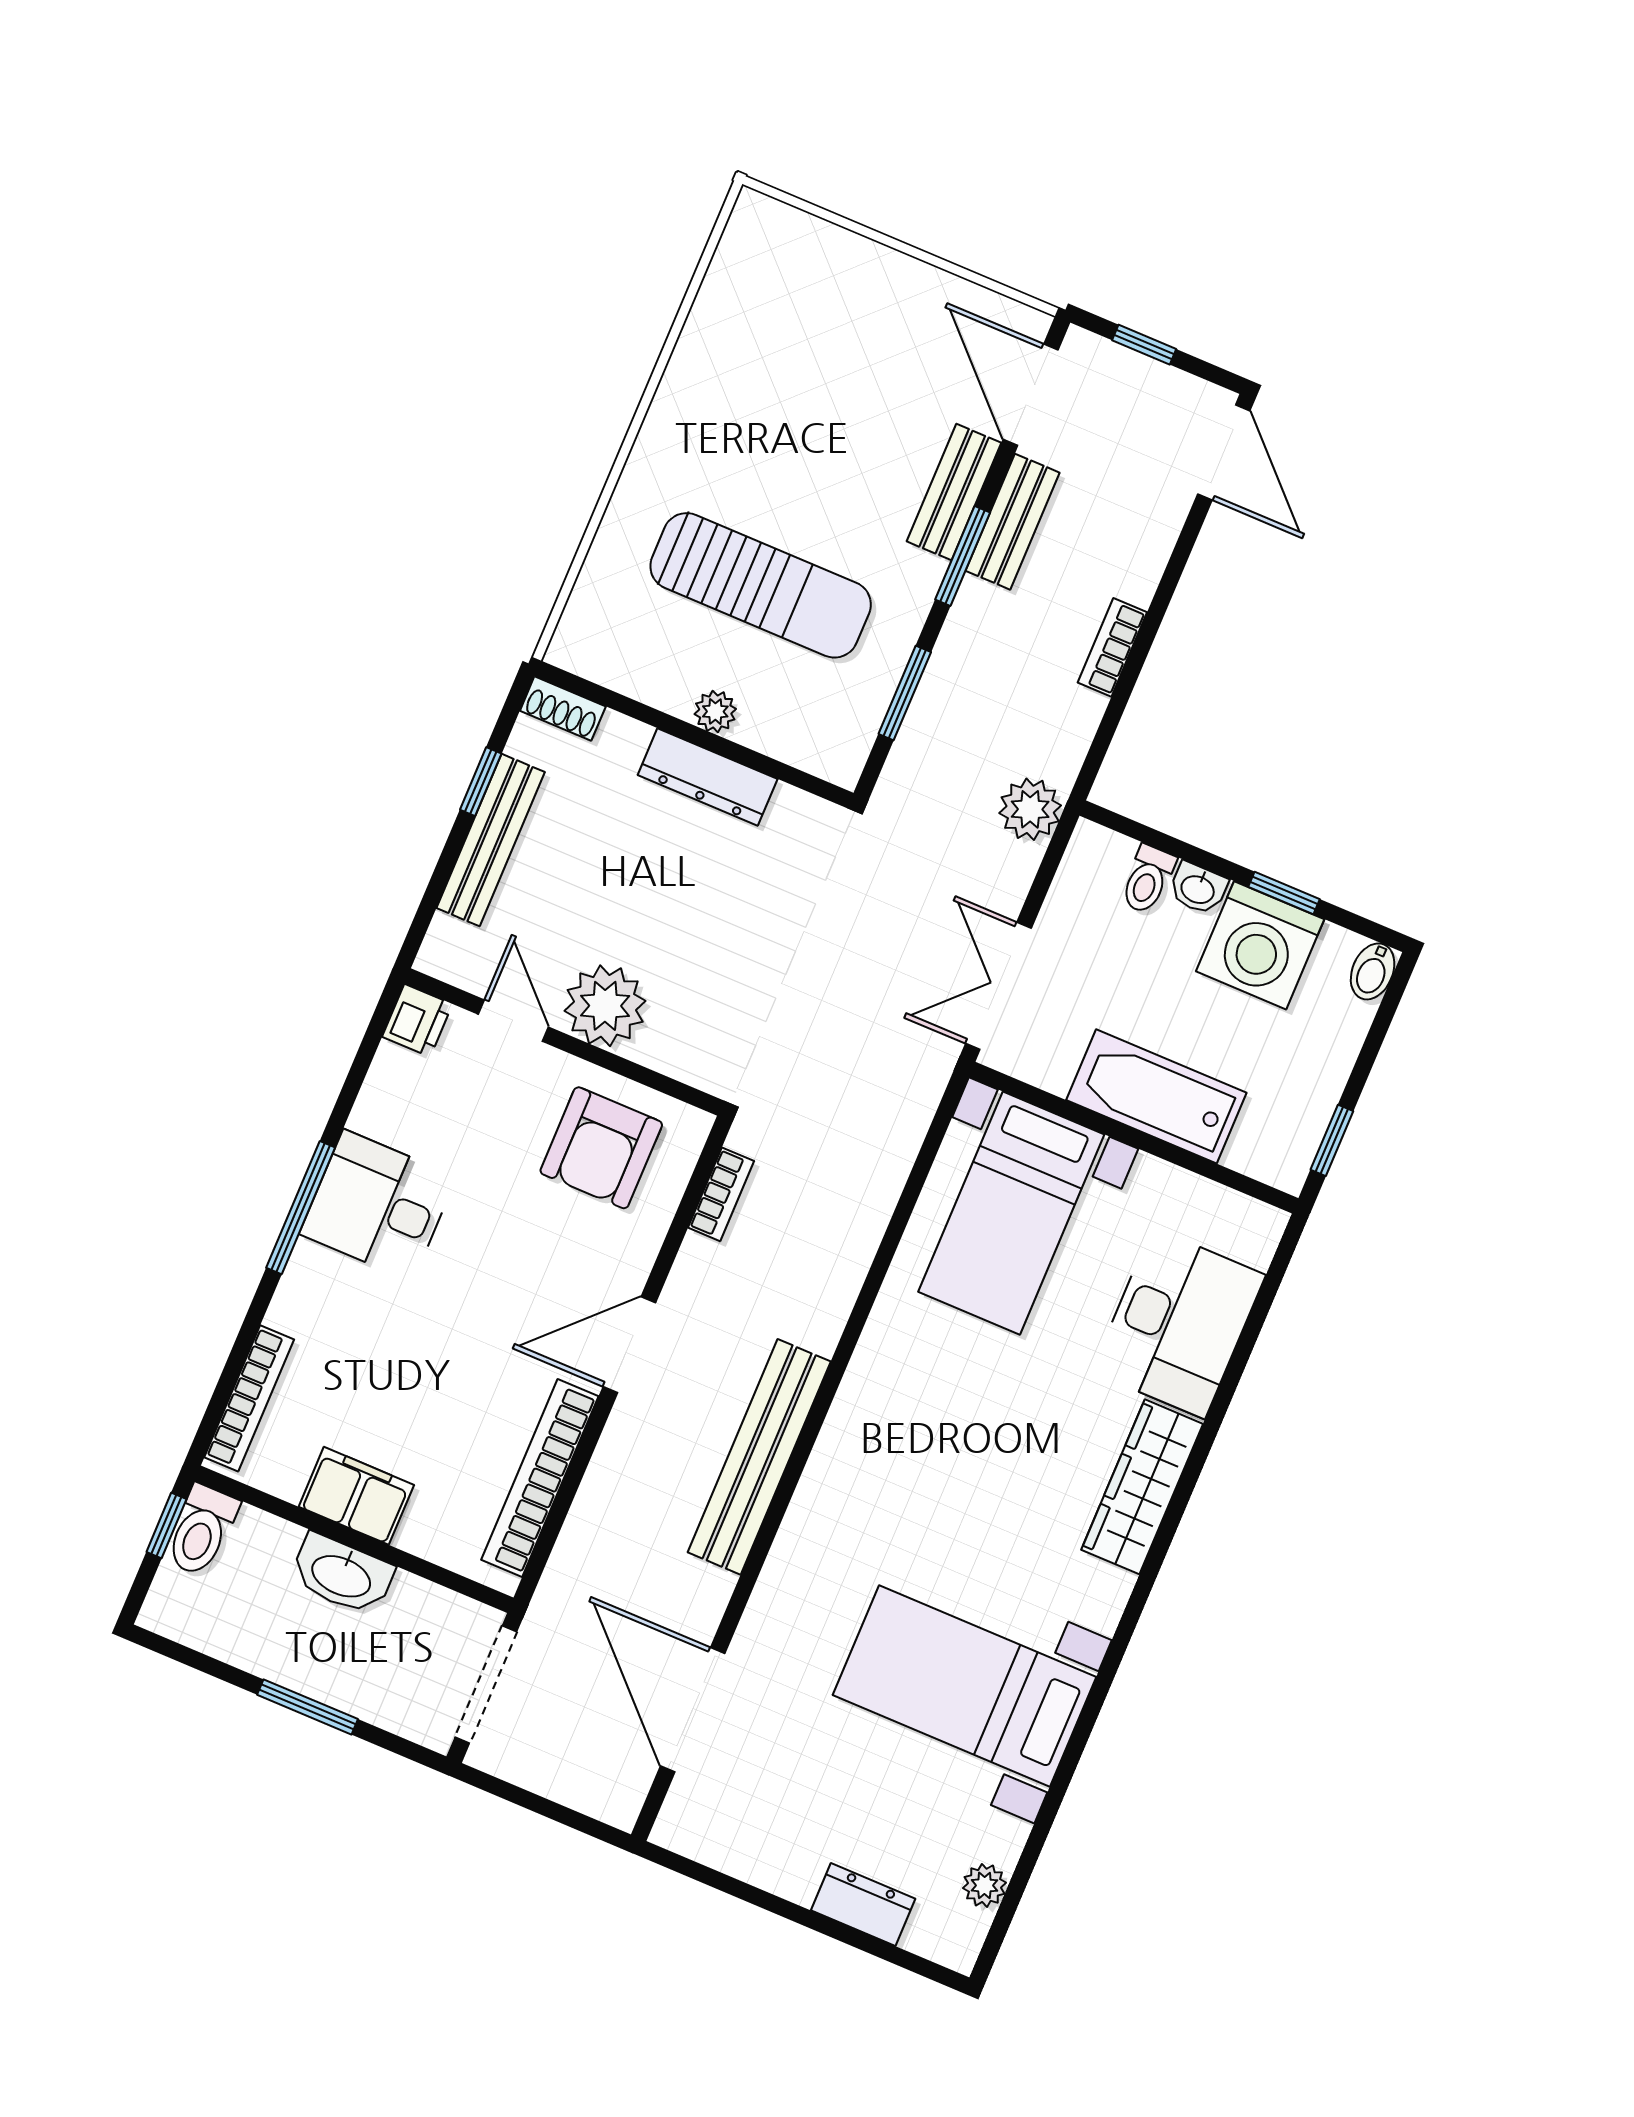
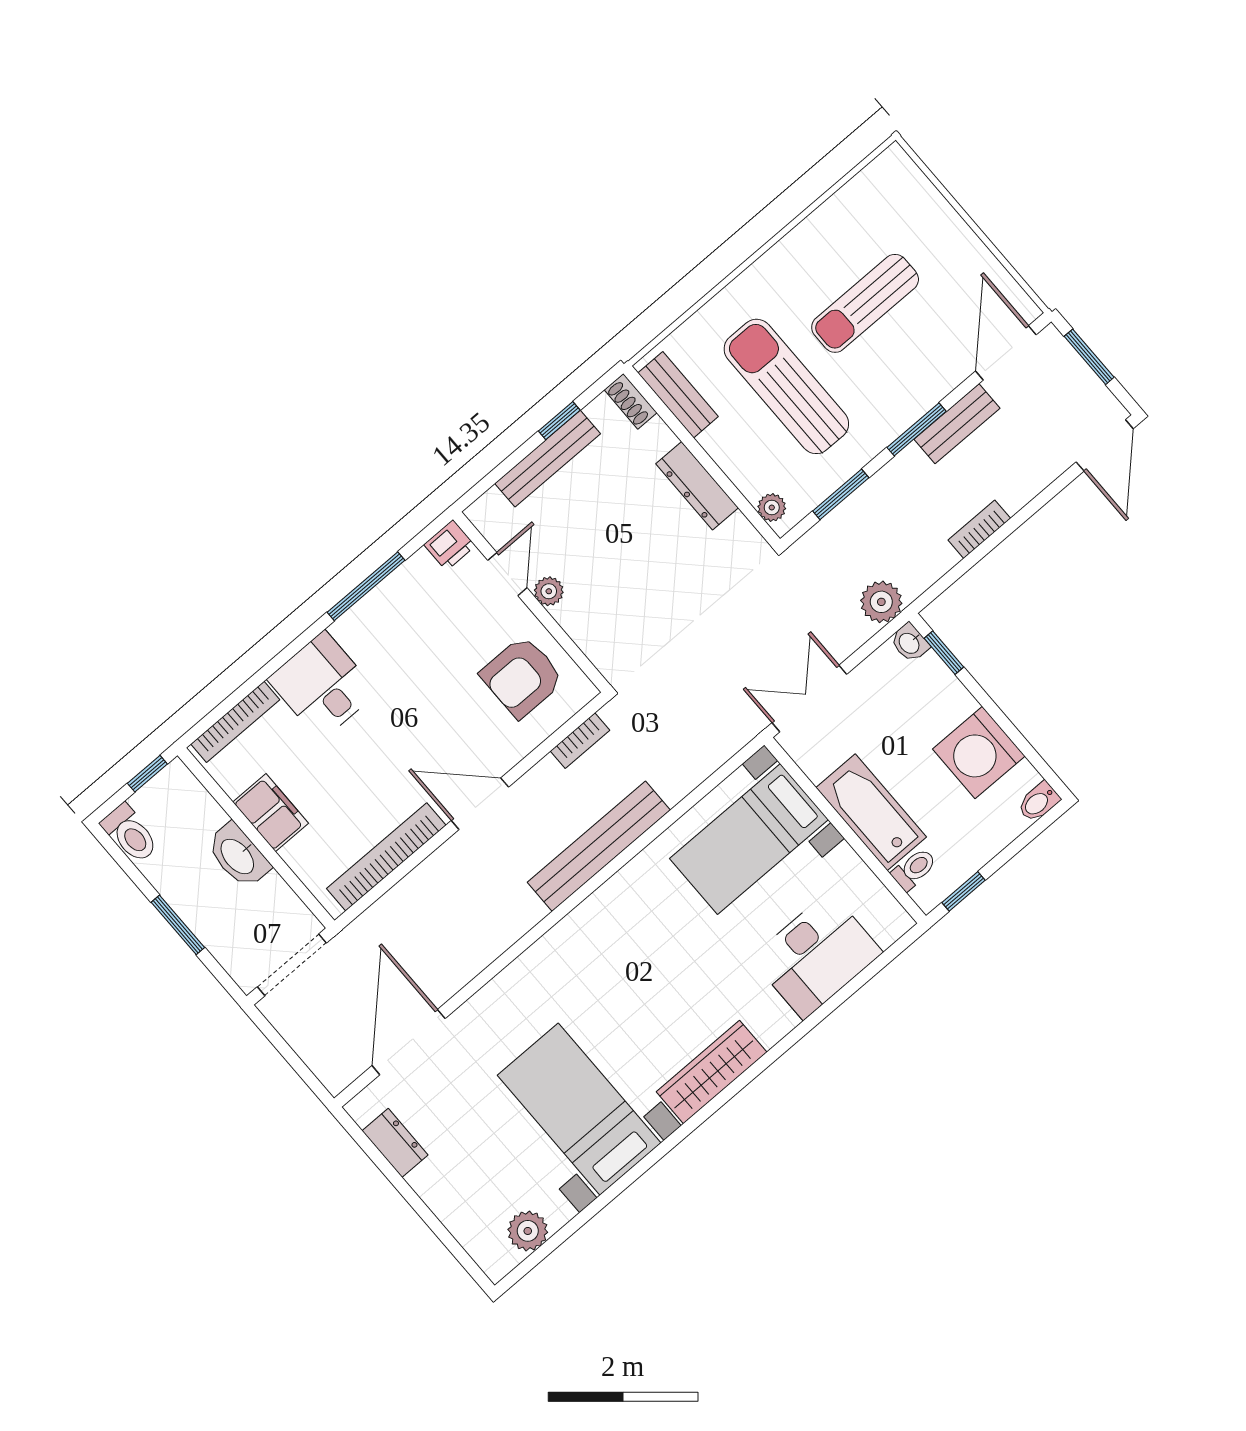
window: (1144, 345) -> (1089, 357), width x1.50
sun lounger: (810, 422) -> (865, 303), added
bench: (954, 492) -> (678, 395), moved, turned 90
sun lounger: (761, 585) -> (786, 386), turned 180
plant: (715, 711) -> (772, 508), moved
toilet: (1148, 879) -> (914, 869), moved, turned 180
washbasin: (1198, 888) -> (910, 643), moved
window: (1284, 893) -> (944, 653), moved
plant: (605, 1006) -> (549, 591), width x0.53, depth x0.53
desk: (378, 1205) -> (323, 686), moved
window: (301, 1208) -> (366, 586), moved
bench: (759, 1457) -> (599, 846), moved
wardrobe: (1142, 1487) -> (712, 1072), moved
toilet: (202, 1530) -> (130, 834), moved, turned -90
plant: (984, 1885) -> (528, 1231), width x1.38, depth x1.38
dresser: (863, 1905) -> (395, 1143), moved

